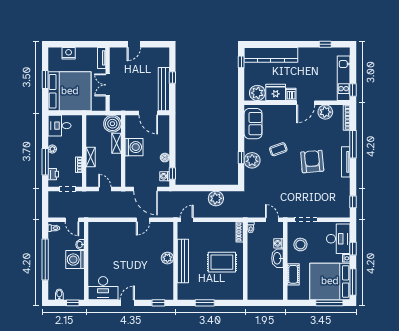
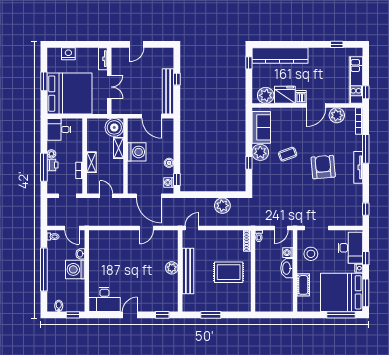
double door: (108, 85) -> (109, 87), swing flipped
plant: (252, 160) -> (260, 152), moved
printer: (53, 174) -> (52, 165), moved
door: (272, 220) -> (281, 228), swing flipped

